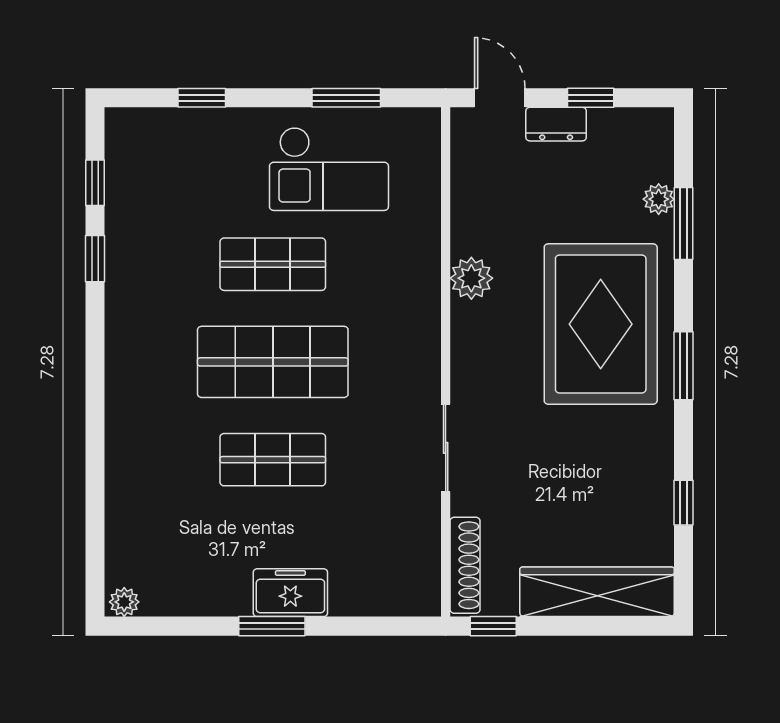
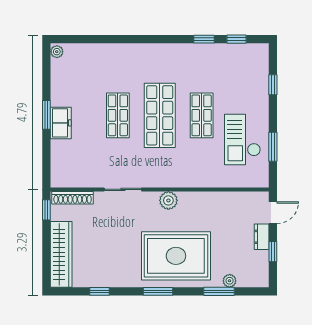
plant: (471, 278) -> (168, 200), moved

